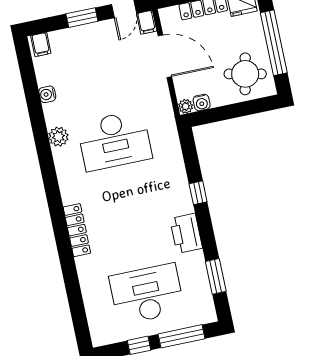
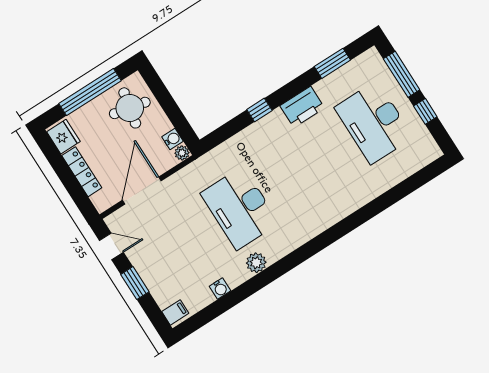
filing cabinet: (147, 22) -> (116, 220), removed
desk: (114, 141) -> (240, 208), turned 180
locker: (77, 230) -> (338, 212), removed

